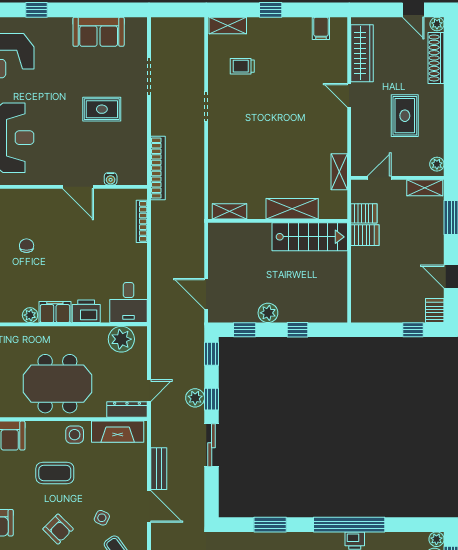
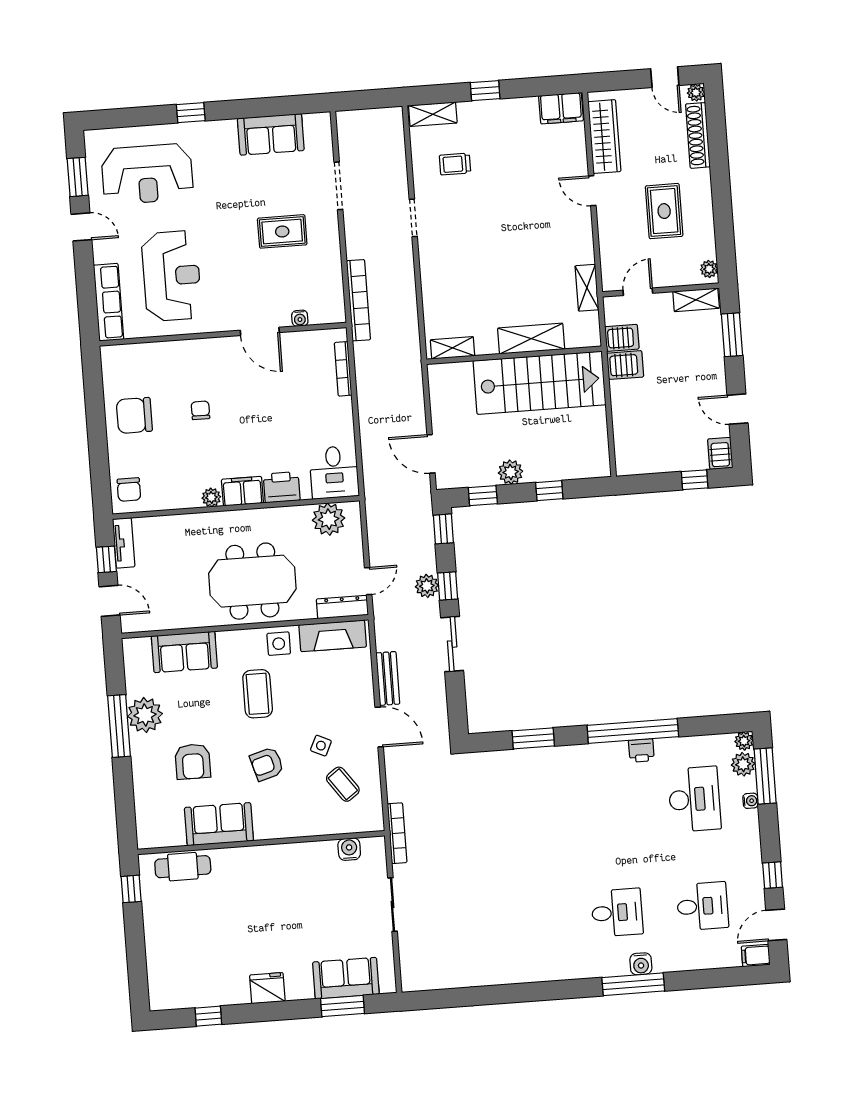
filing cabinet: (321, 28) -> (561, 108), width x2.00
stairs: (310, 237) -> (539, 383), width x1.36, depth x1.51
coffee table: (55, 473) -> (258, 694), turned 90
armchair: (58, 529) -> (267, 764), turned 119

